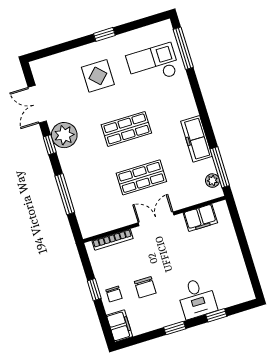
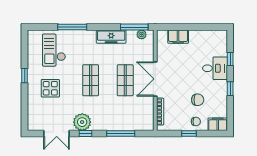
window: (183, 48) -> (72, 27), moved
filing cabinet: (200, 218) -> (178, 37), moved, turned 90
double door: (156, 219) -> (155, 79), width x1.37

